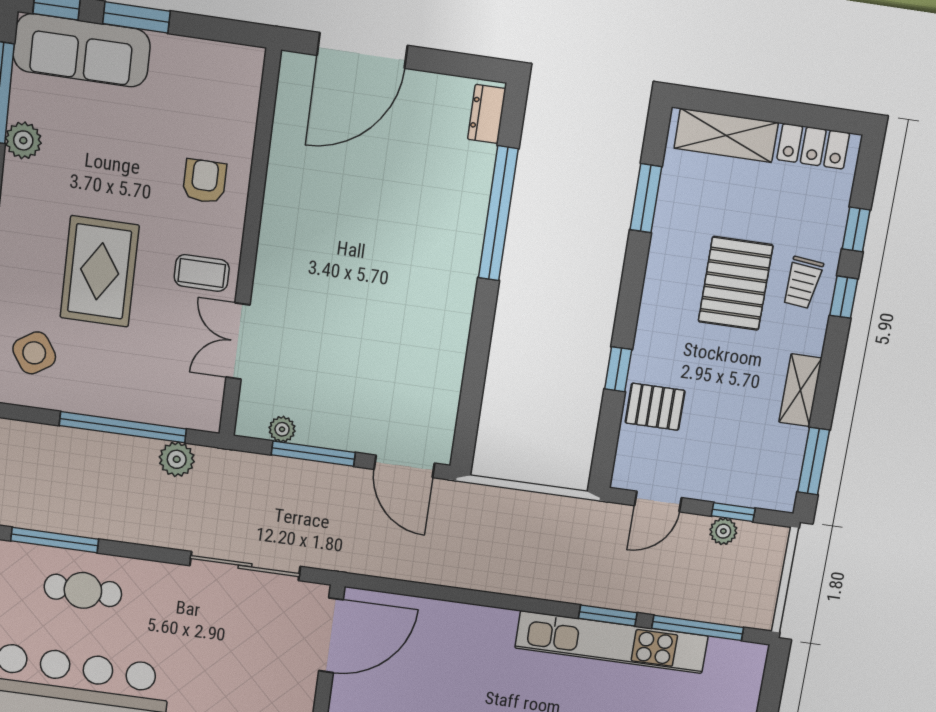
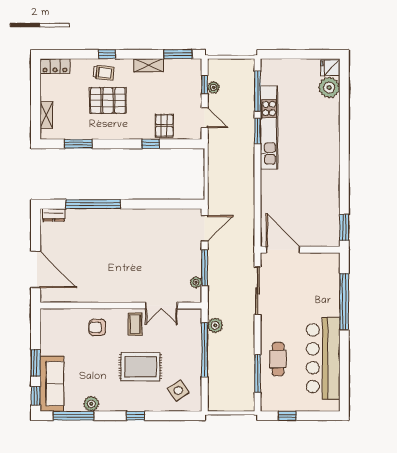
shelving: (726, 135) -> (46, 115), width x0.67, depth x0.75
locker: (813, 146) -> (55, 66), moved, turned 90
window: (856, 229) -> (79, 54), removed

